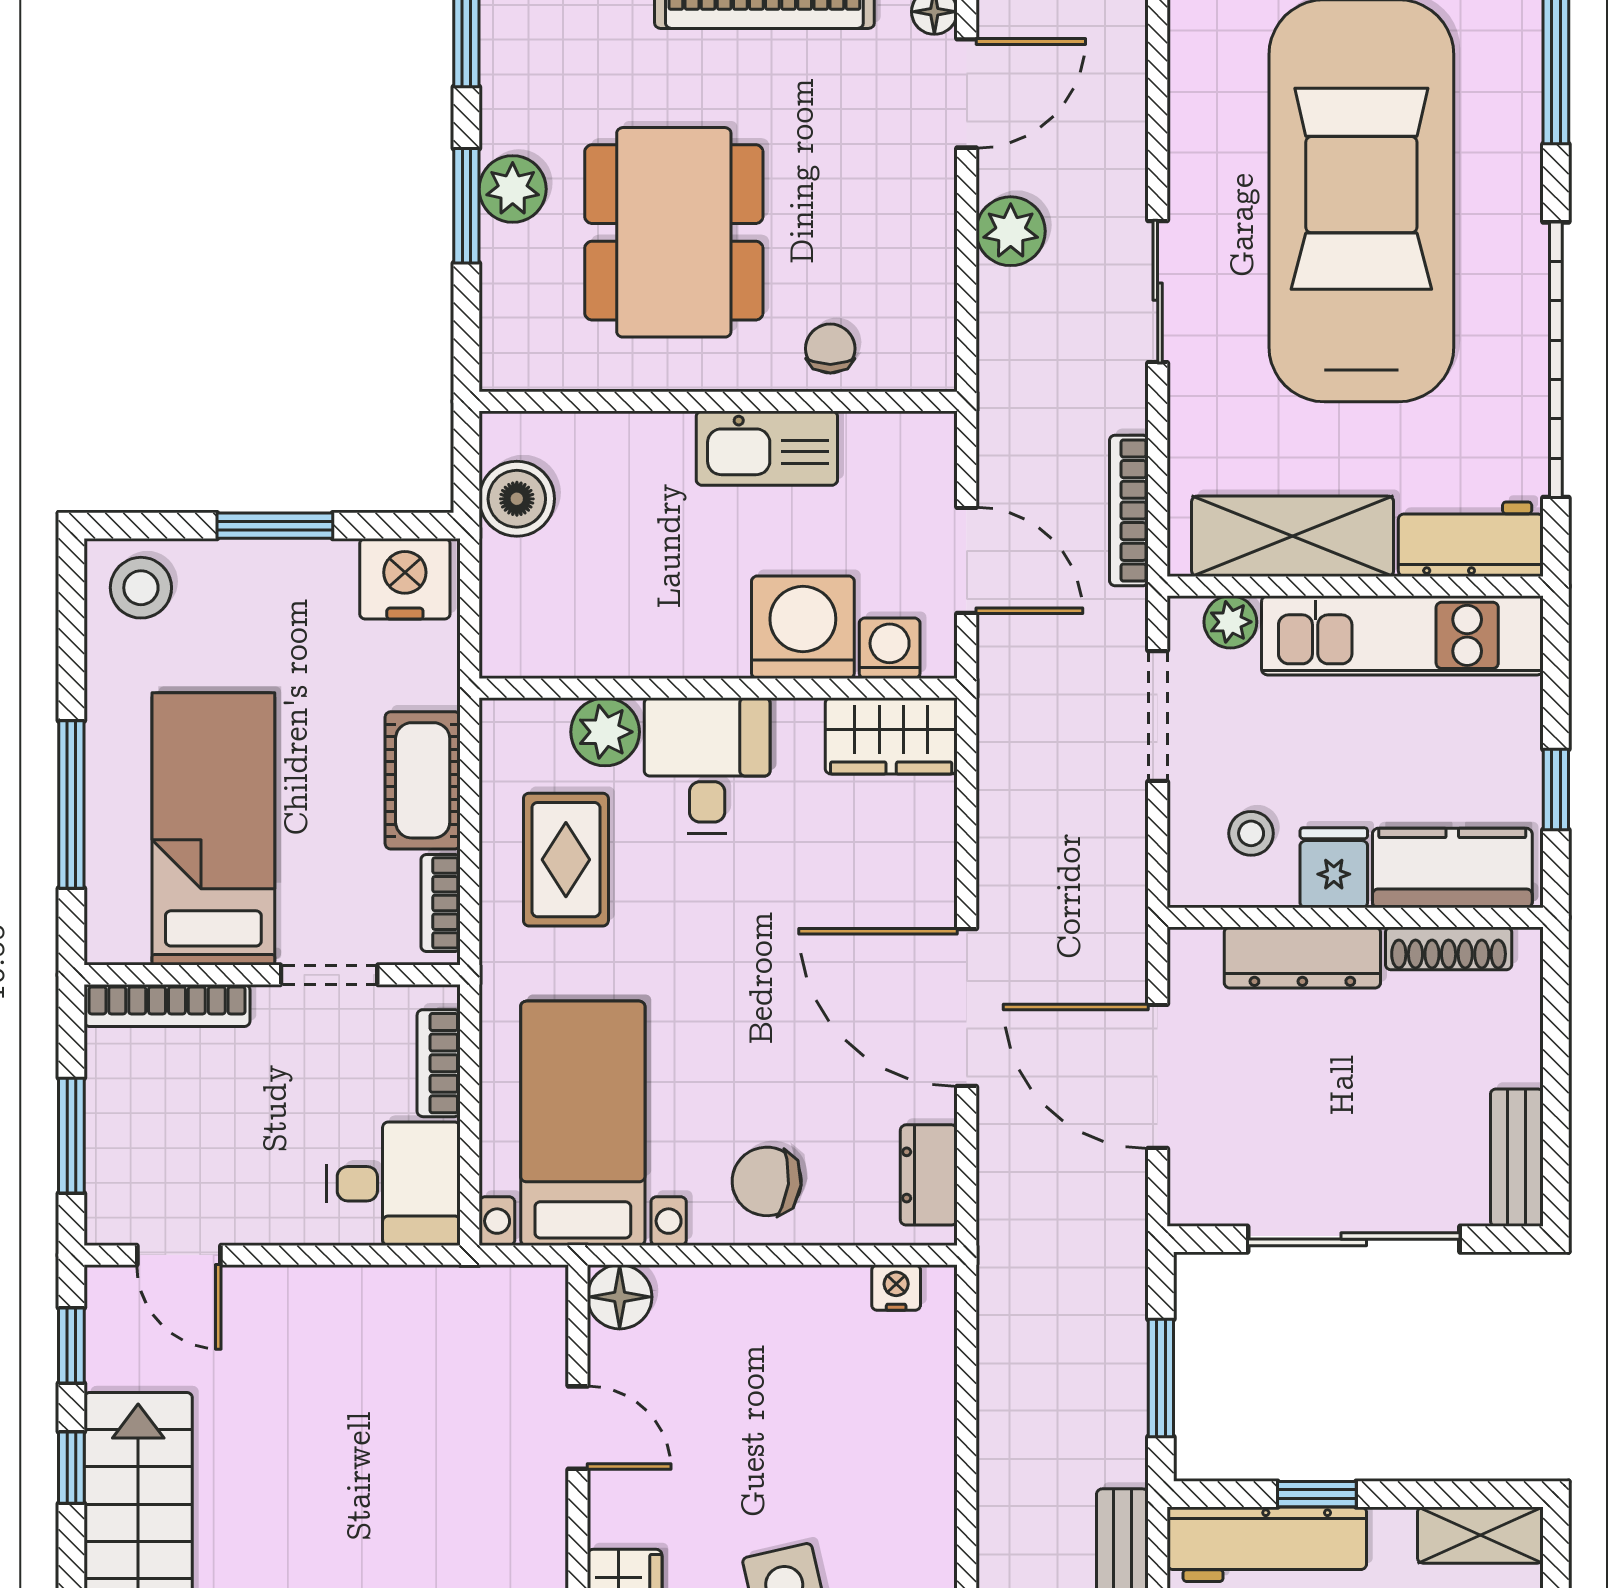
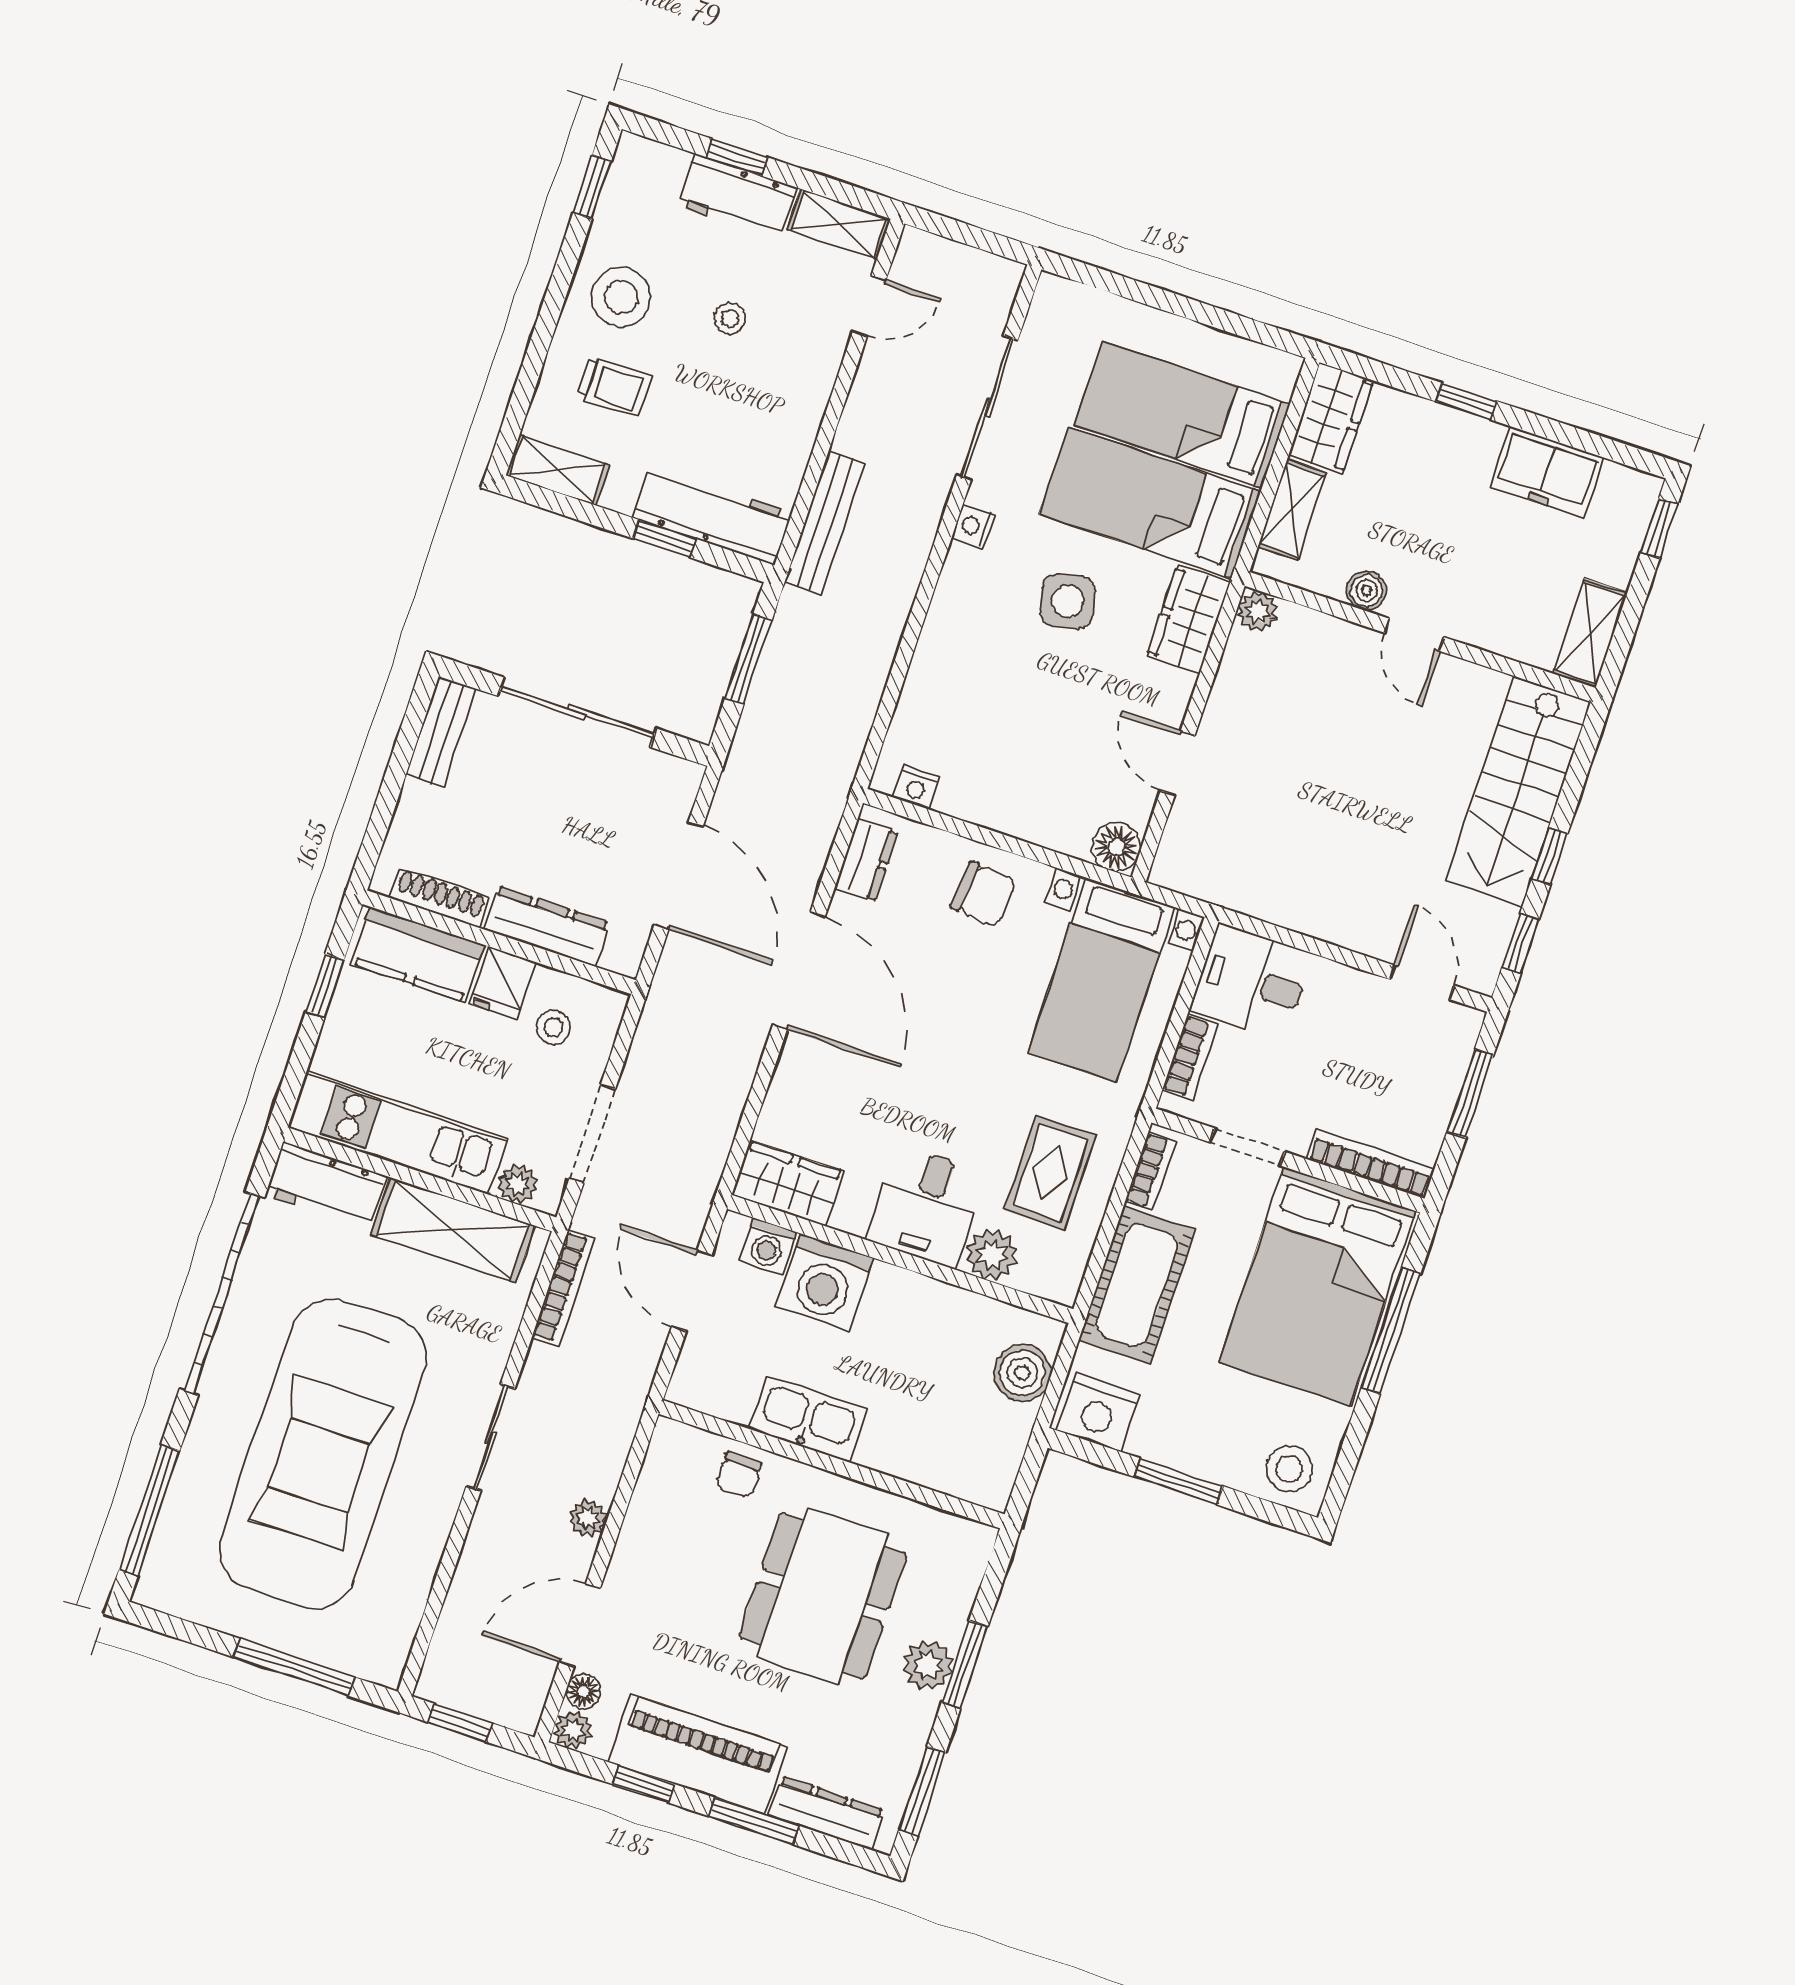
plant: (1011, 231) -> (588, 1518), width x0.73, depth x0.73
boiler: (517, 499) -> (1022, 1373), moved
cot: (423, 780) -> (1137, 1285), width x1.37, depth x1.34
bed: (213, 829) -> (1317, 1286), width x1.50

